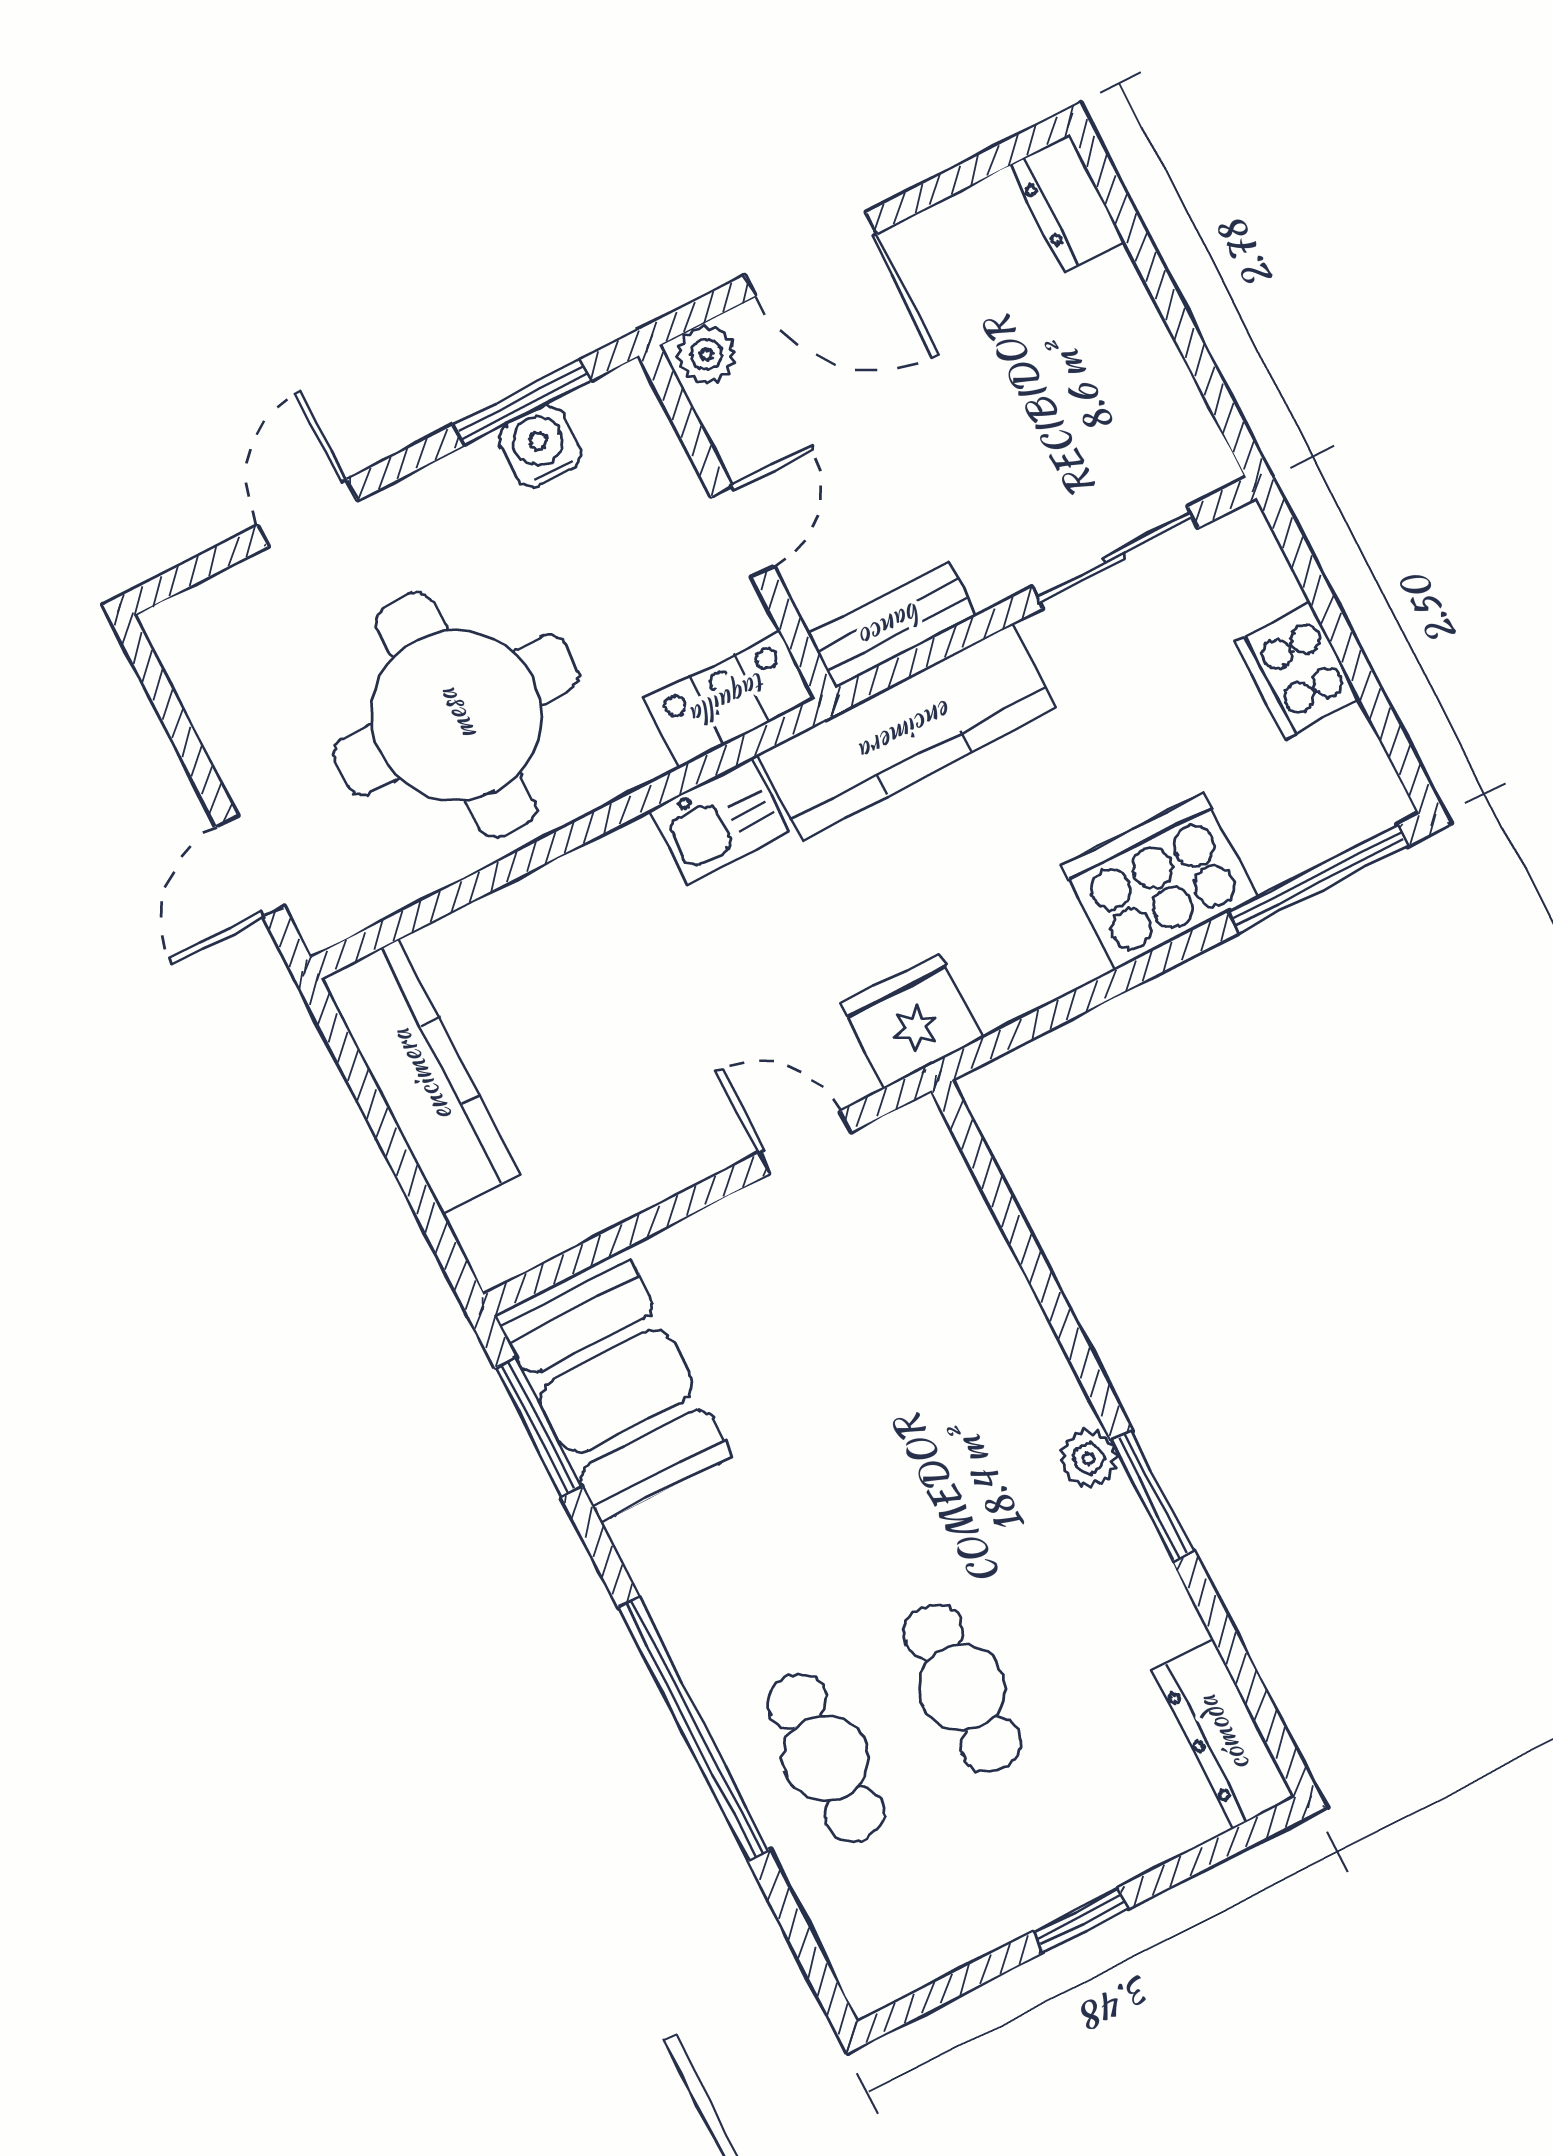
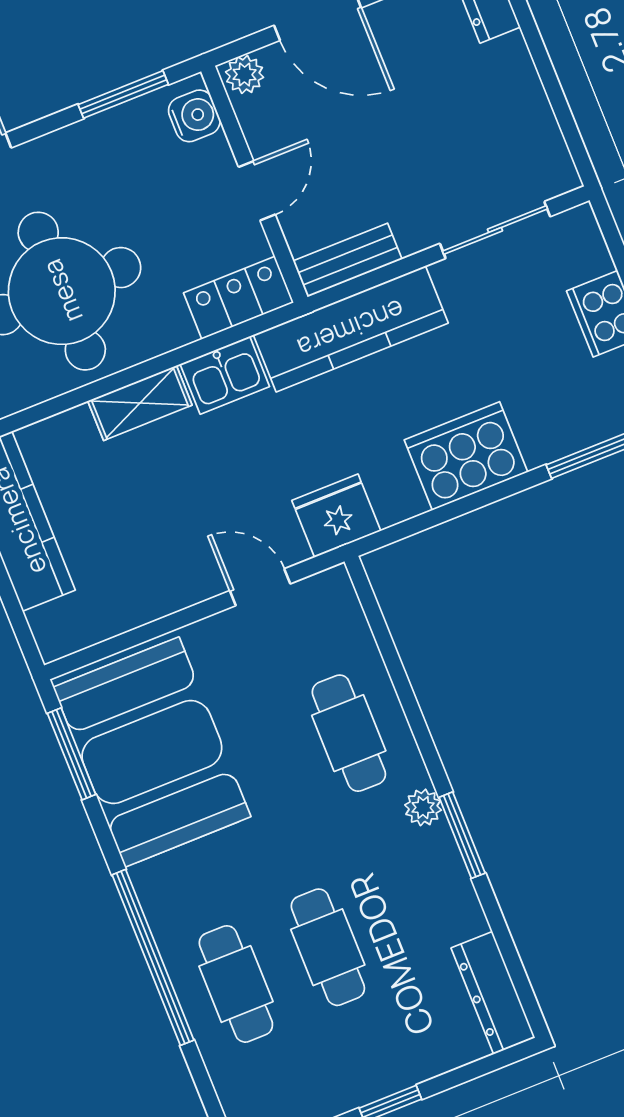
water cooler: (540, 446) -> (194, 116), moved, turned 90
shelving: (593, 876) -> (140, 403), added
cooker: (1160, 881) -> (466, 456), moved
cafe table: (963, 1355) -> (349, 733), added
booth: (616, 1391) -> (152, 752), width x1.36, depth x1.42

